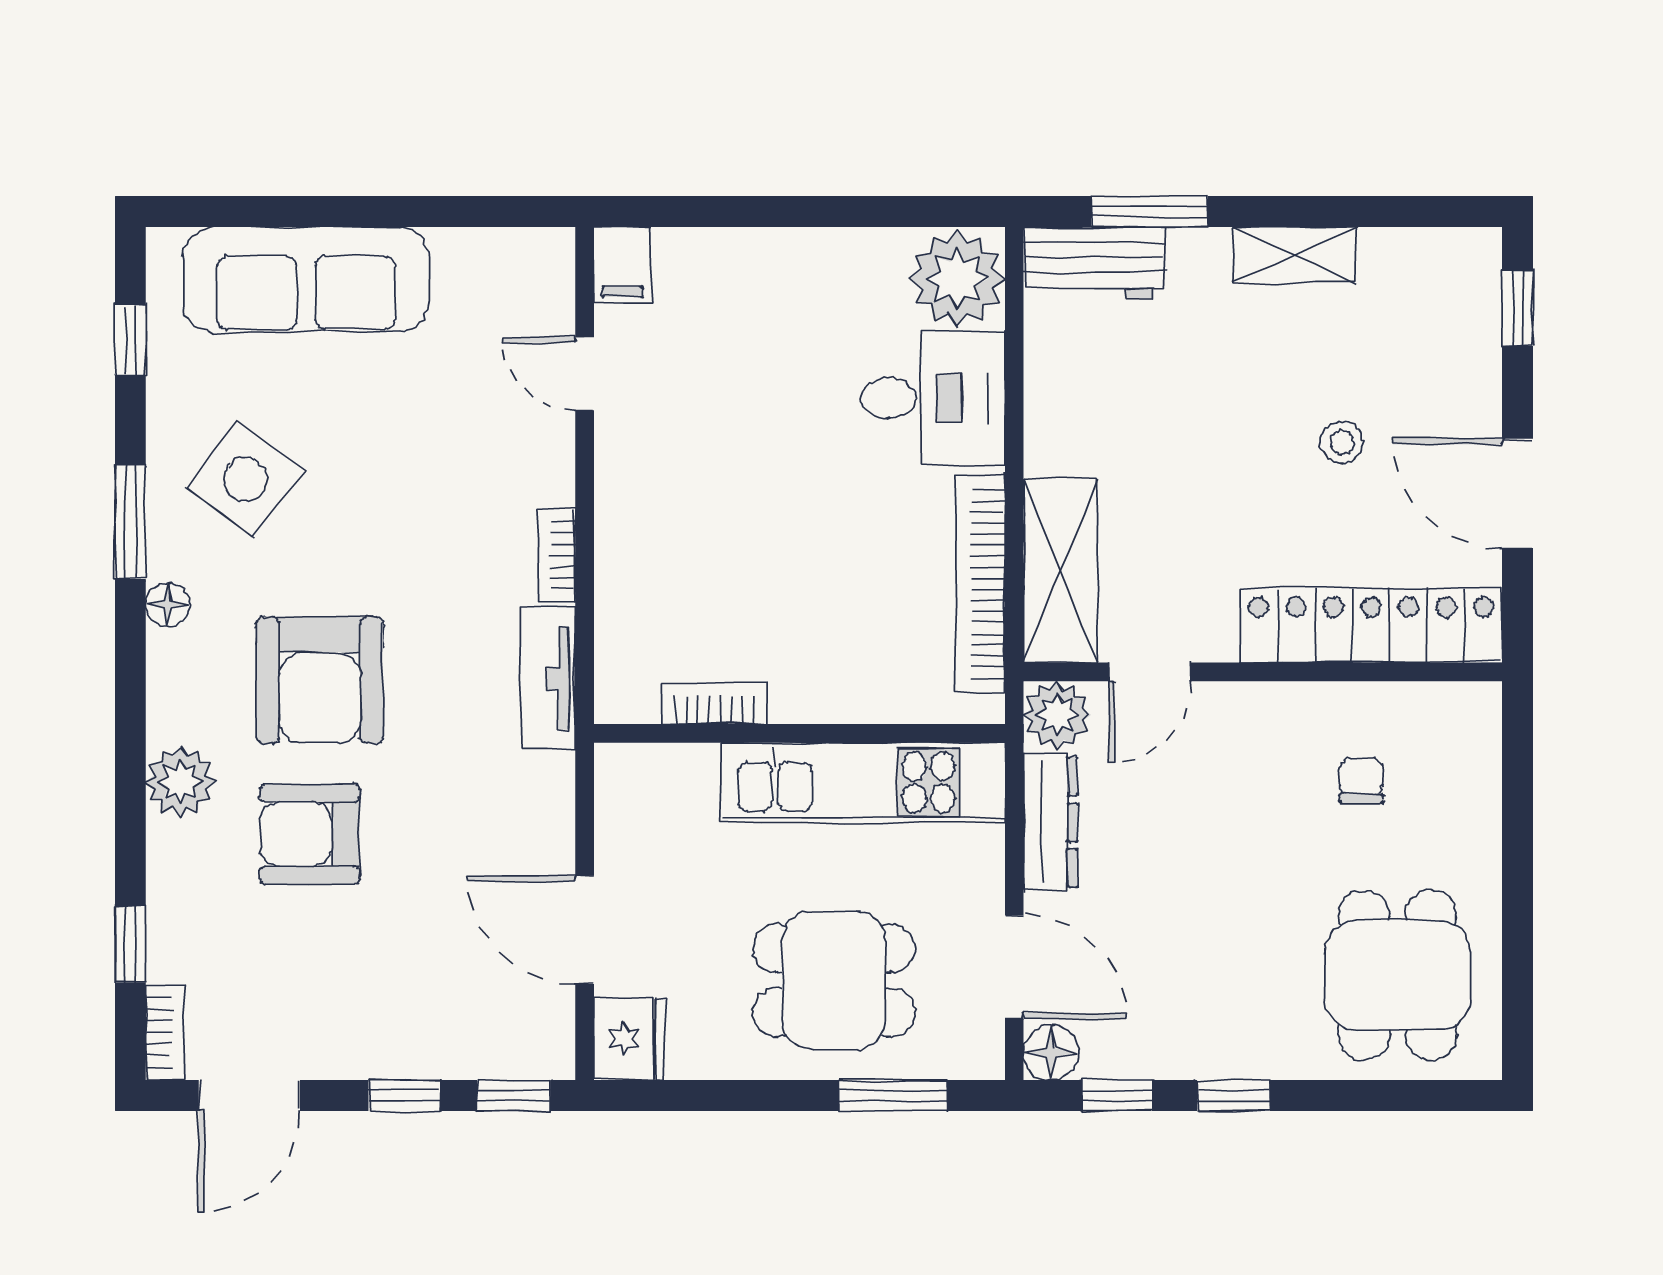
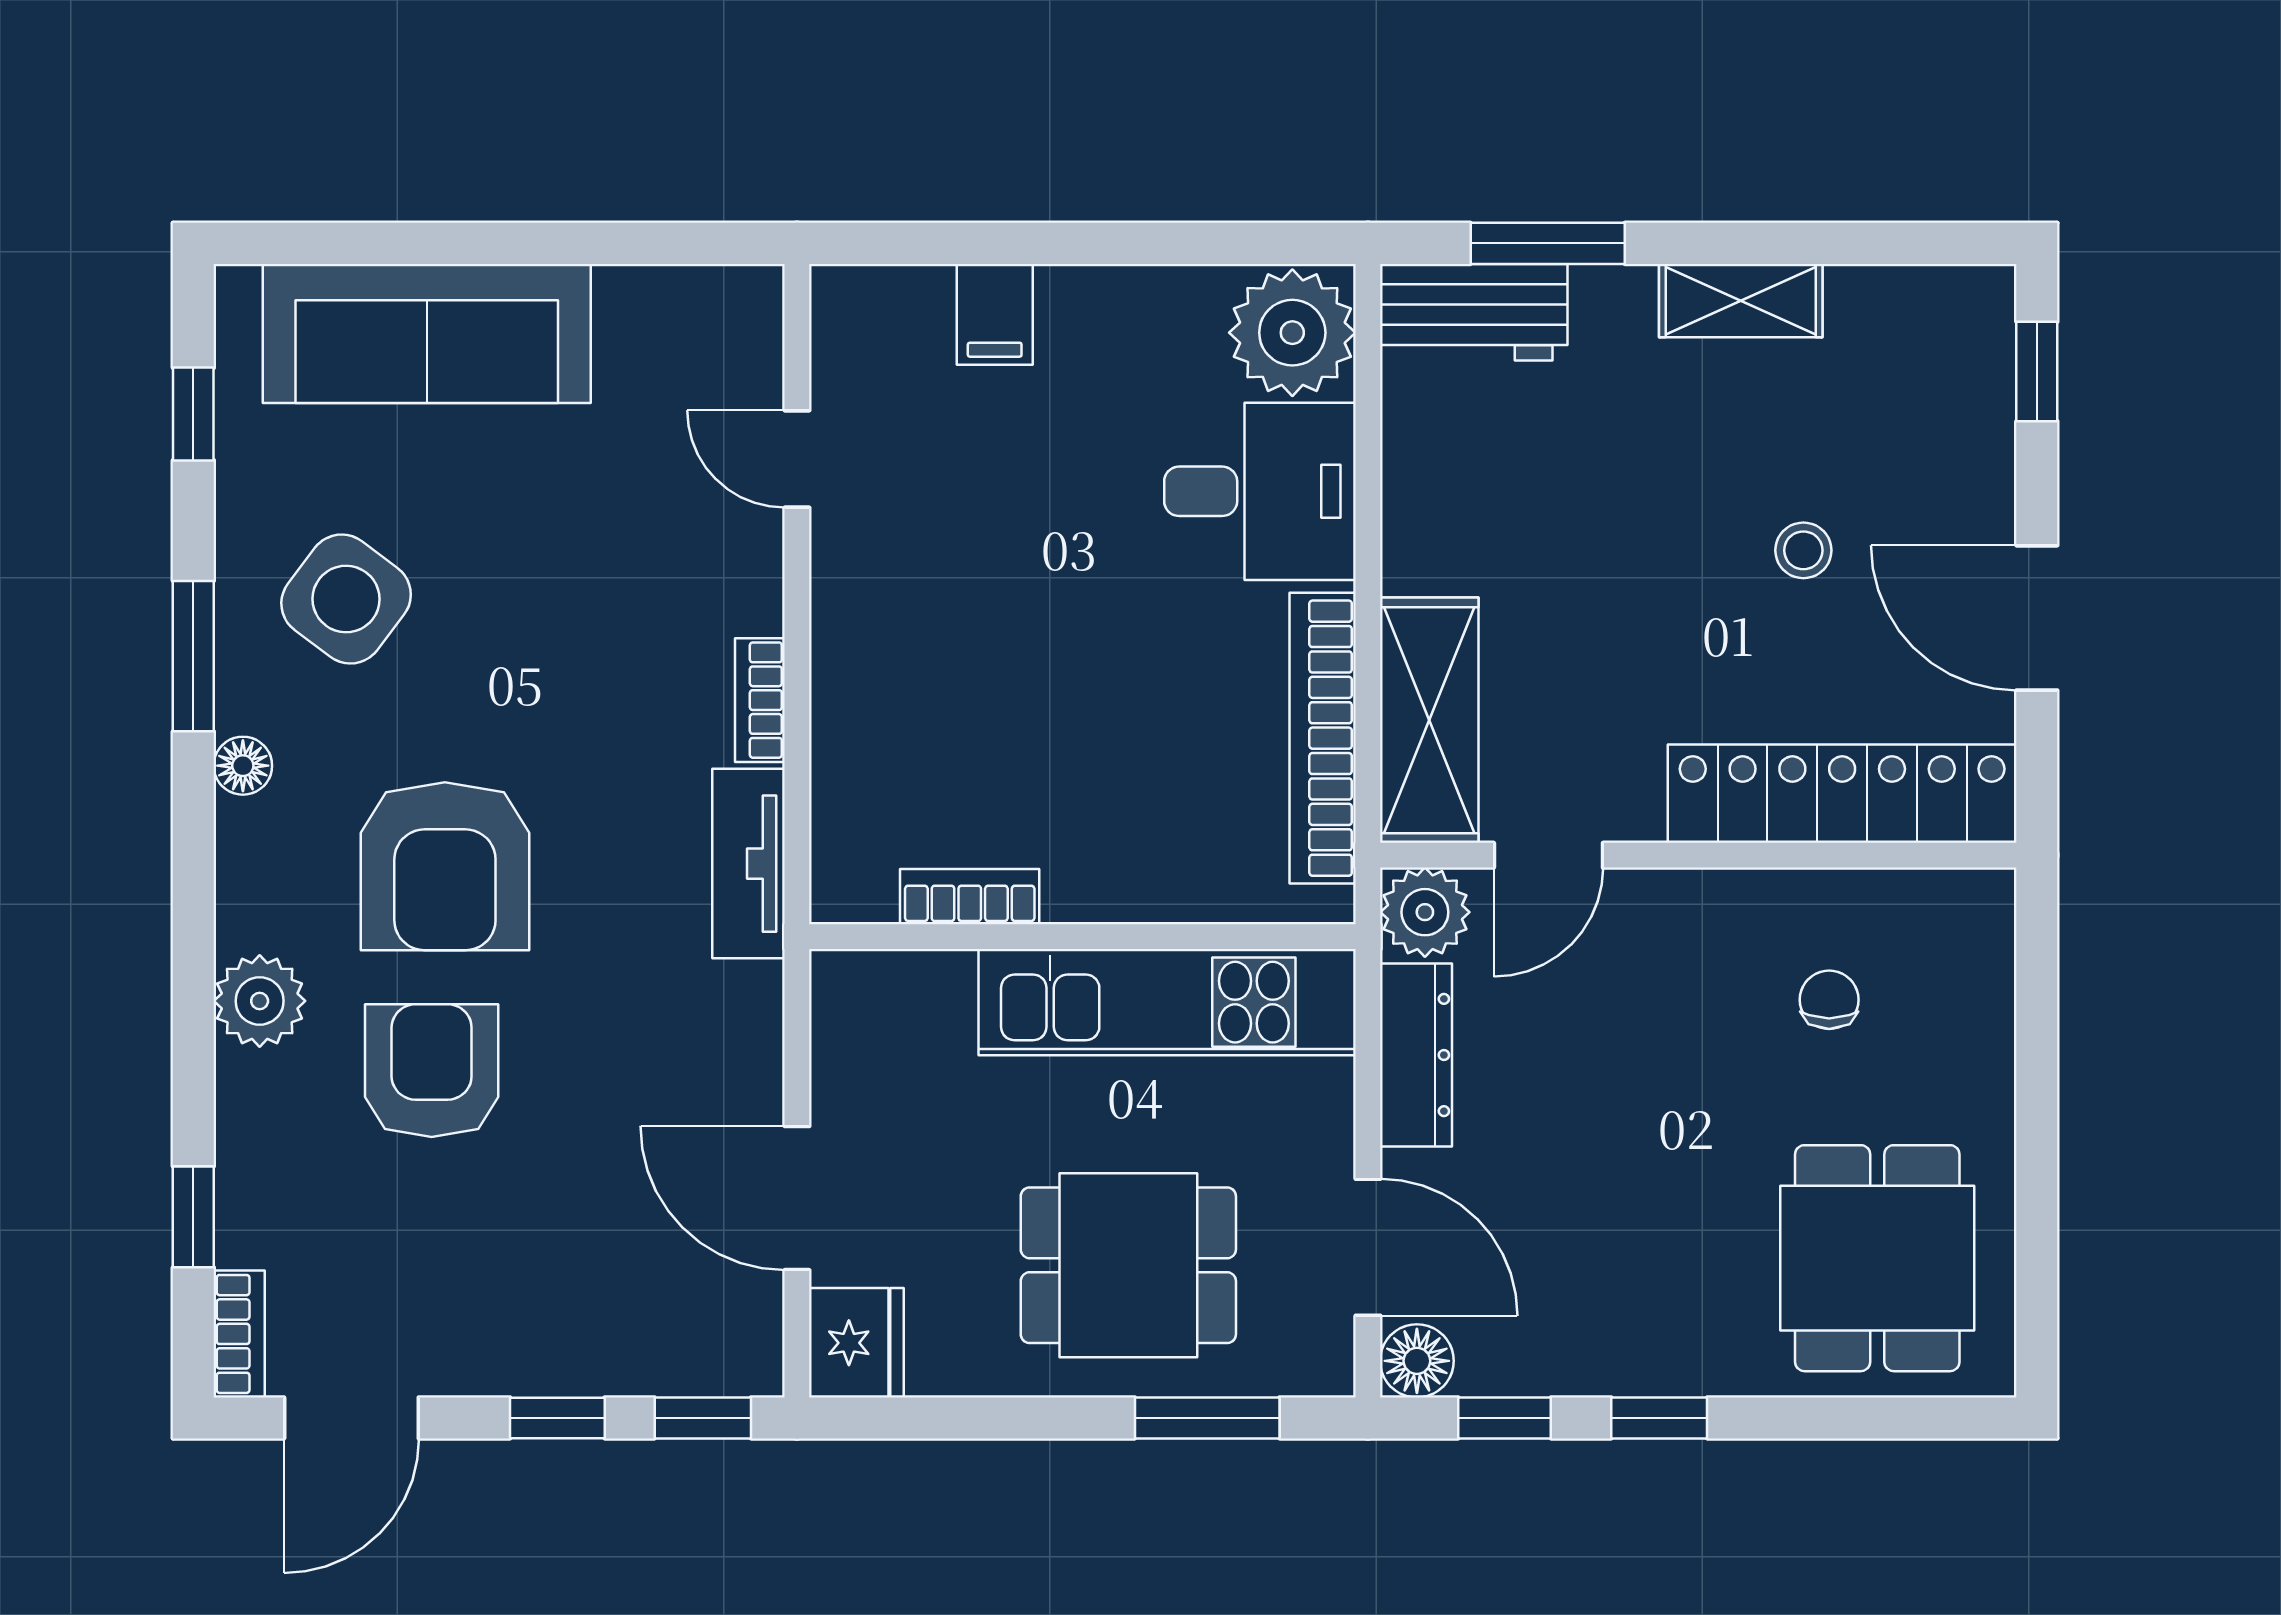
filing cabinet: (622, 265) -> (995, 314), moved
armchair: (310, 834) -> (432, 1071), turned 90

